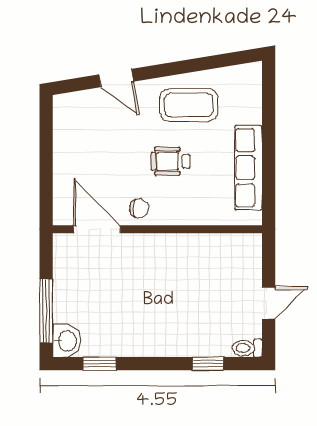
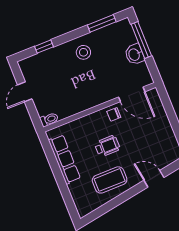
stool: (148, 329) -> (83, 52), added
washbasin: (67, 341) -> (135, 54), moved
toilet: (247, 348) -> (49, 119), moved
window: (99, 364) -> (102, 23), width x1.50

